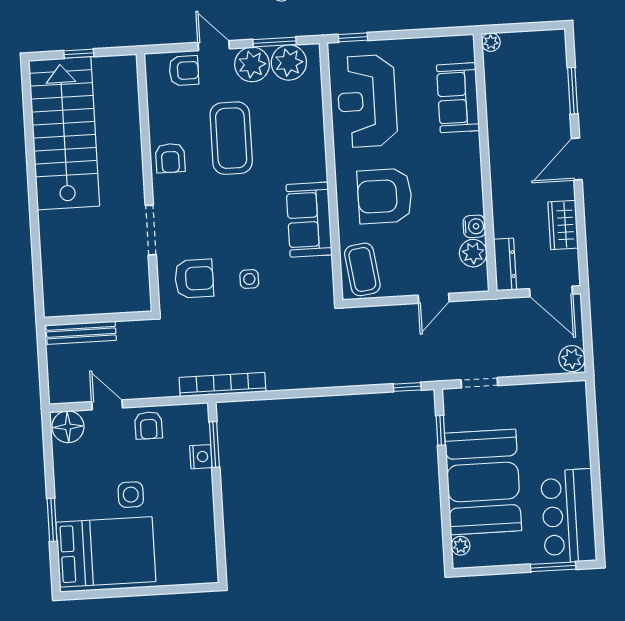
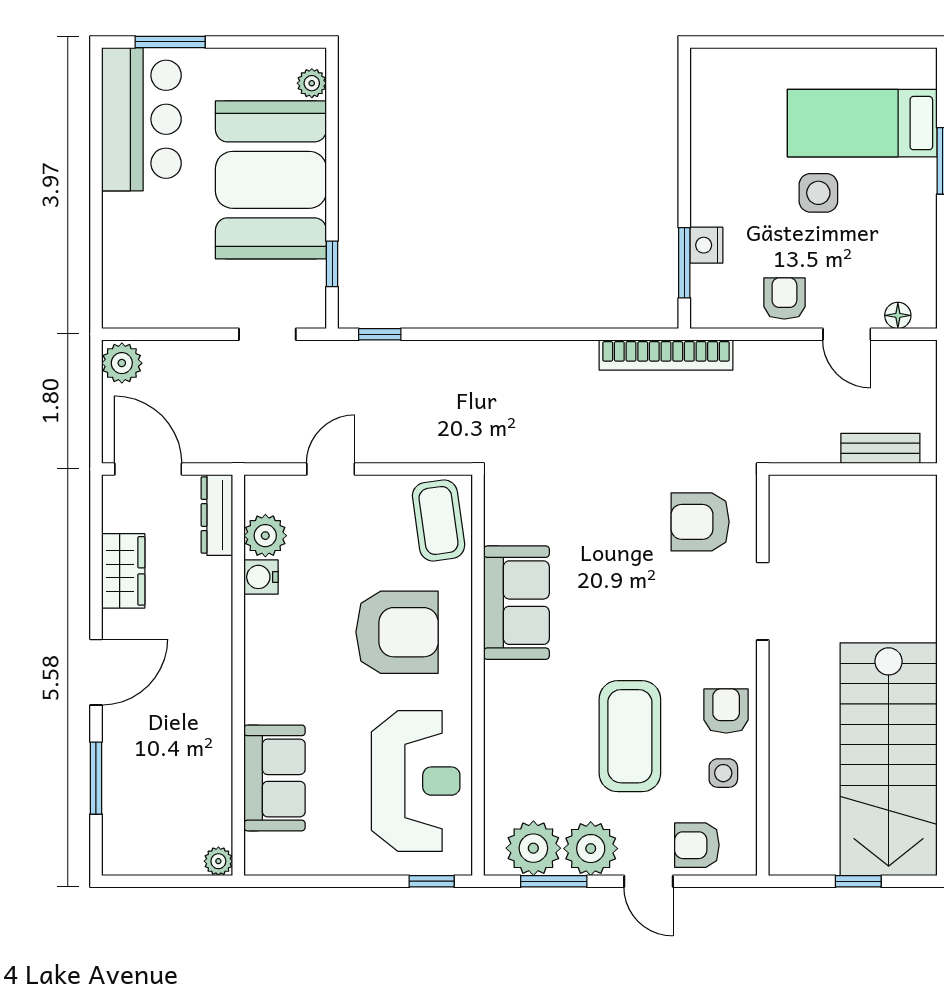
side table: (249, 279) -> (723, 773), moved
bench: (81, 333) -> (880, 448), width x0.73
floor lamp: (68, 427) -> (898, 315), width x0.53, depth x0.53
bed: (106, 552) -> (862, 123), width x0.67

